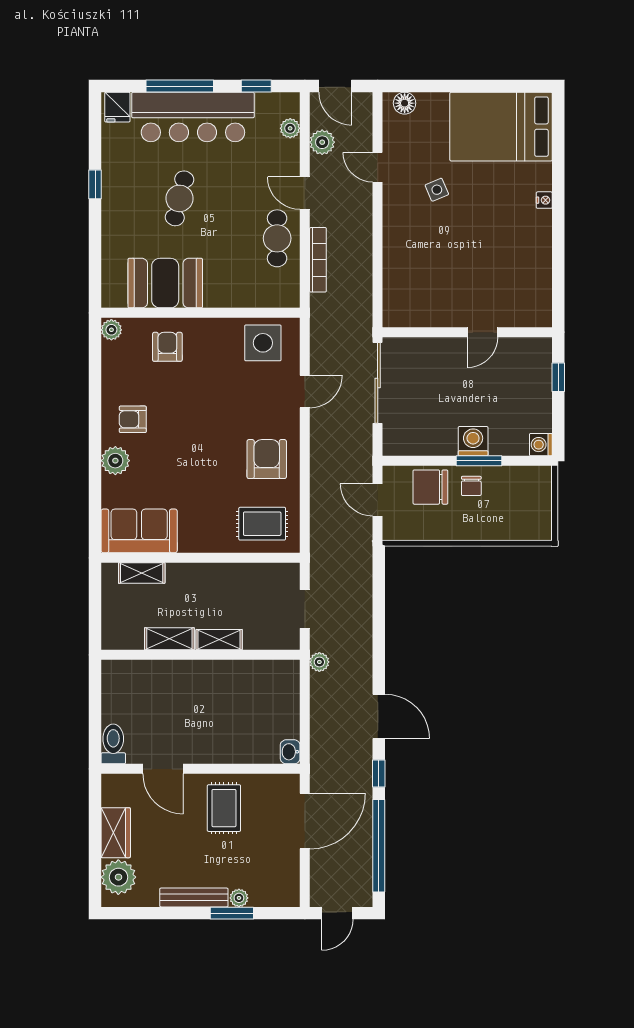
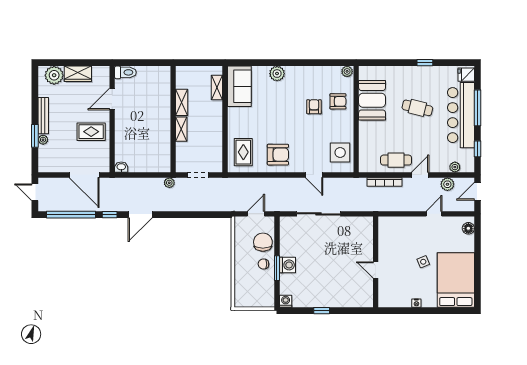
side table: (437, 190) -> (423, 262), moved
wall: (467, 332) -> (376, 262), moved
door: (482, 332) -> (376, 270), moved
armchair: (133, 419) -> (314, 107), moved

